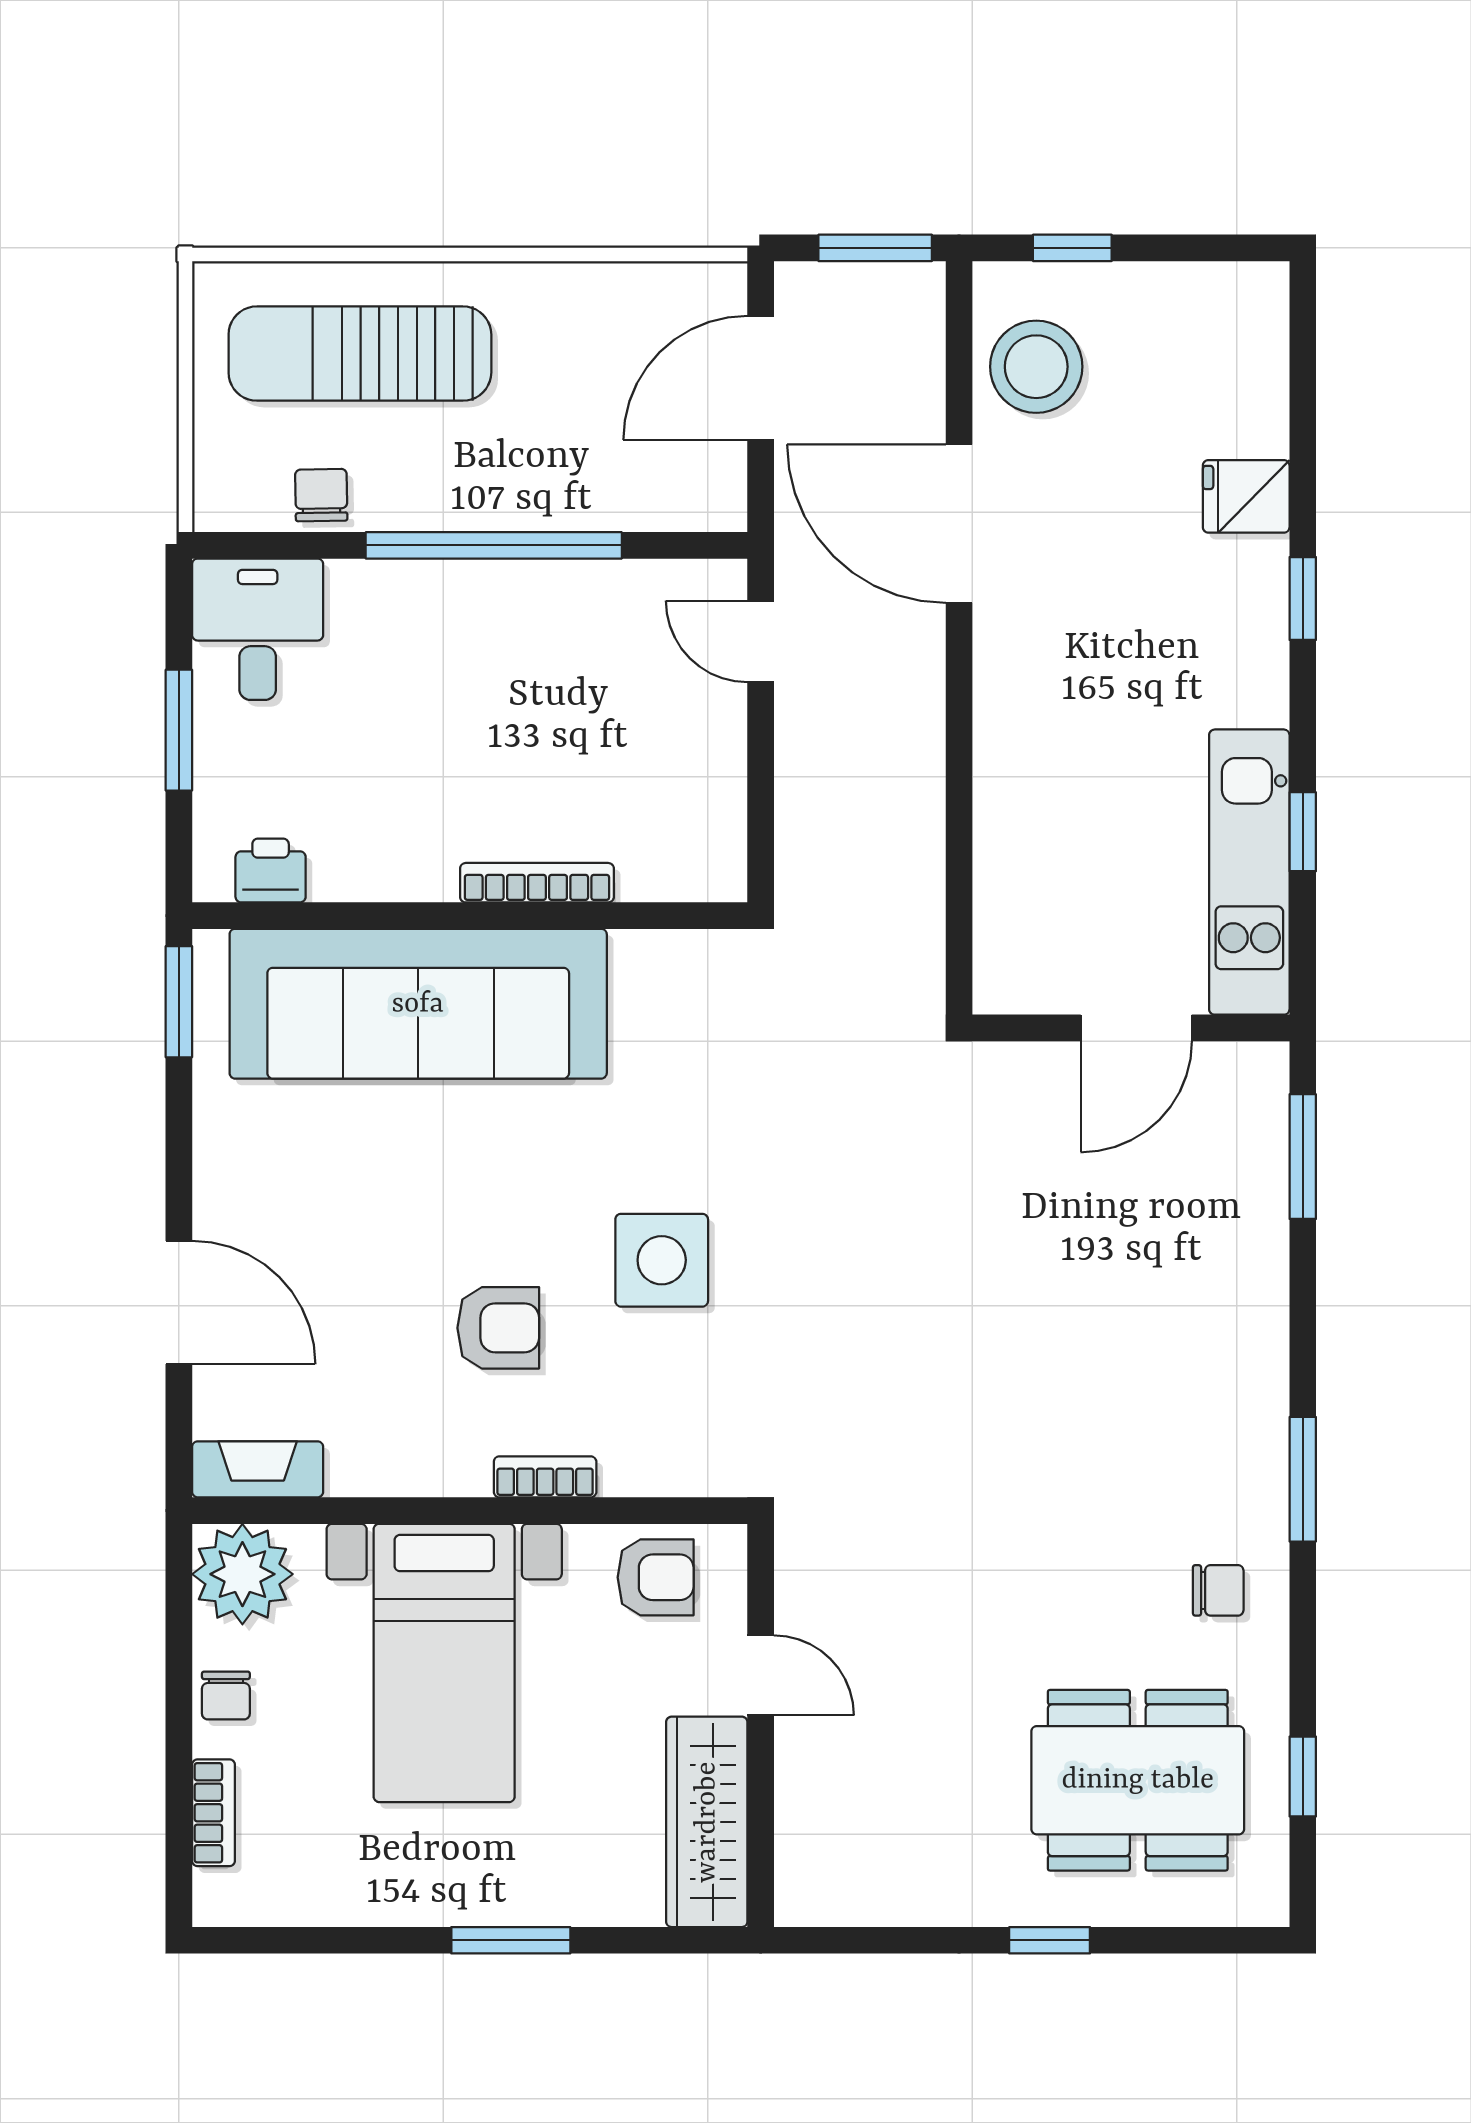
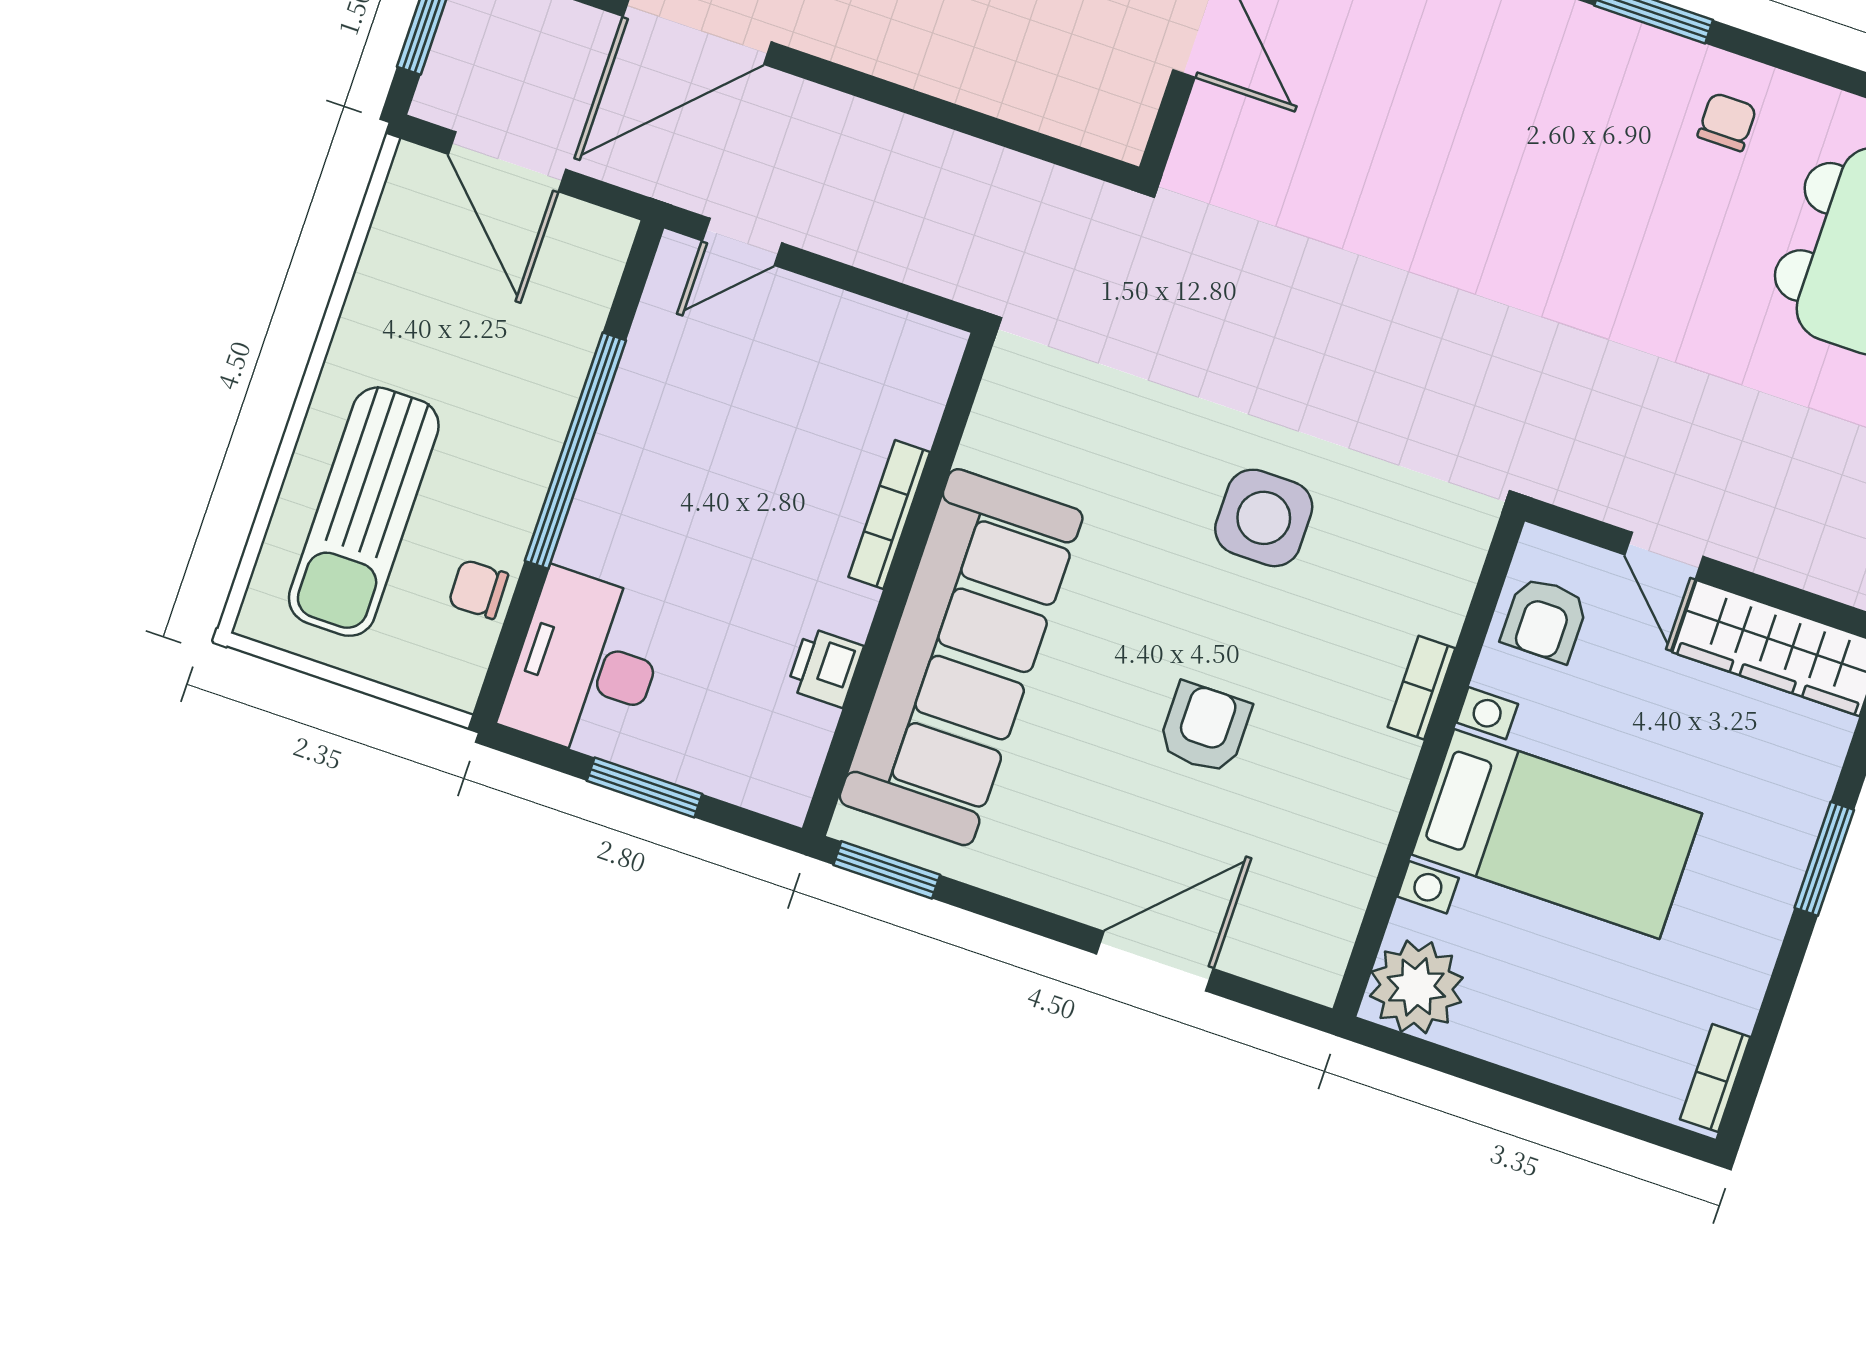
desk: (258, 629) -> (586, 665), width x1.37
printer: (271, 870) -> (825, 667), moved
armchair: (498, 1328) -> (1205, 728), moved
fireplace: (258, 1469) -> (1328, 942), removed
armchair: (656, 1577) -> (1545, 620), turned 180
door: (761, 1675) -> (1664, 556), swing flipped
chair: (226, 1695) -> (1519, 1039), removed
bookcase: (213, 1813) -> (1715, 1078), moved, turned -90

